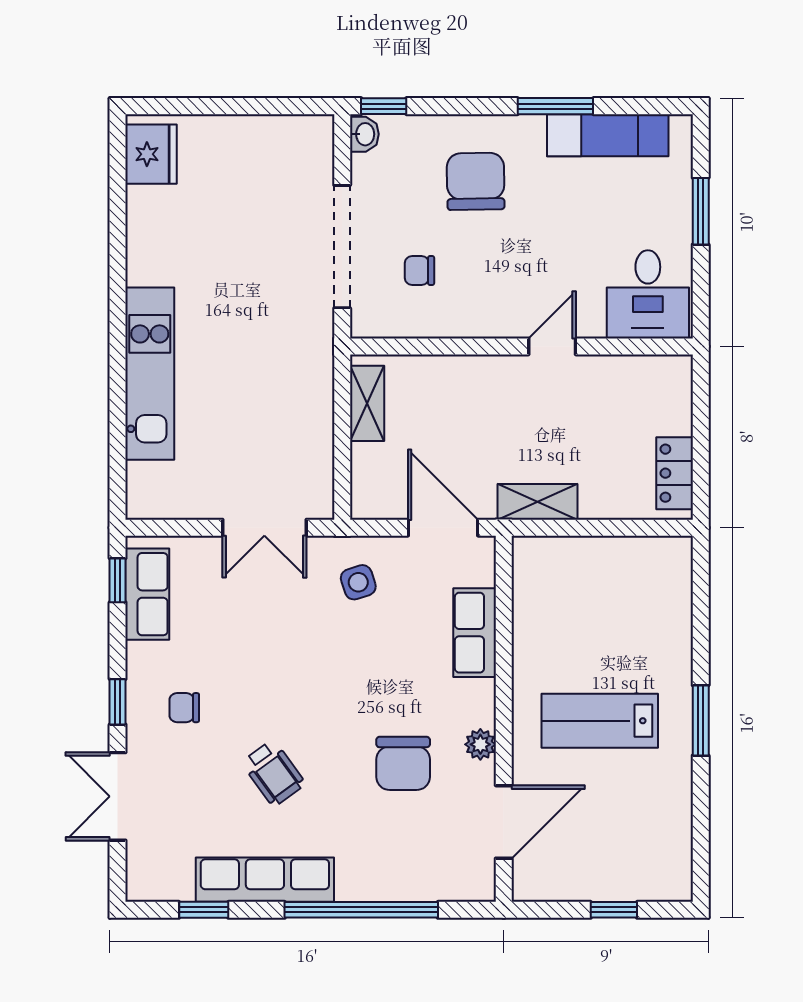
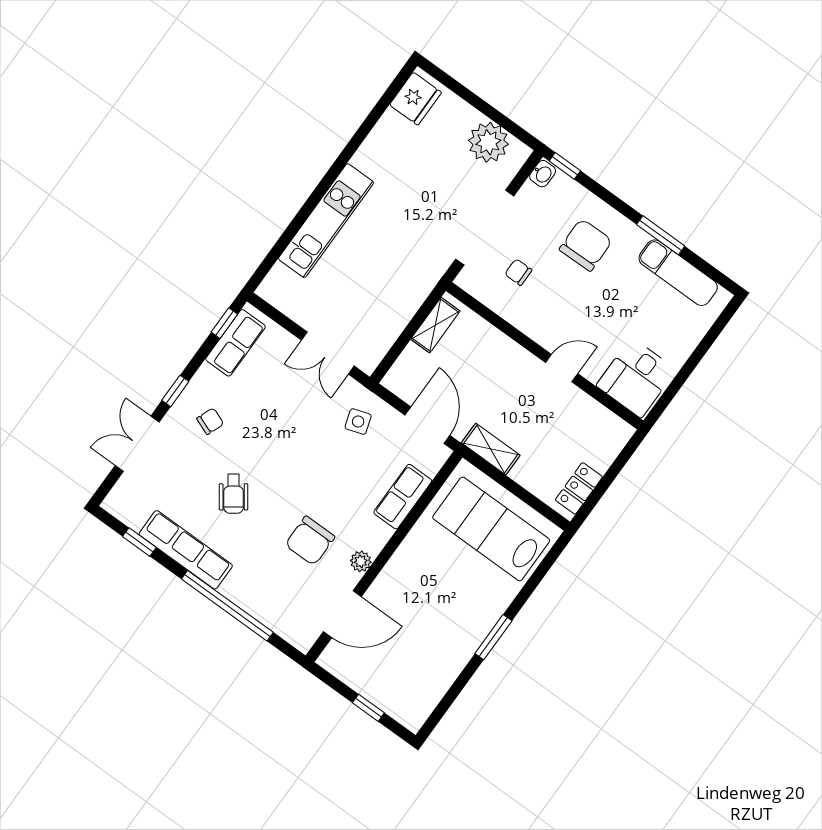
plant: (274, 143) -> (488, 142), added
window: (701, 211) -> (699, 353), removed
chair: (184, 708) -> (210, 421), turned 111
lab bench: (600, 721) -> (491, 529), moved, width x1.36, depth x1.39

